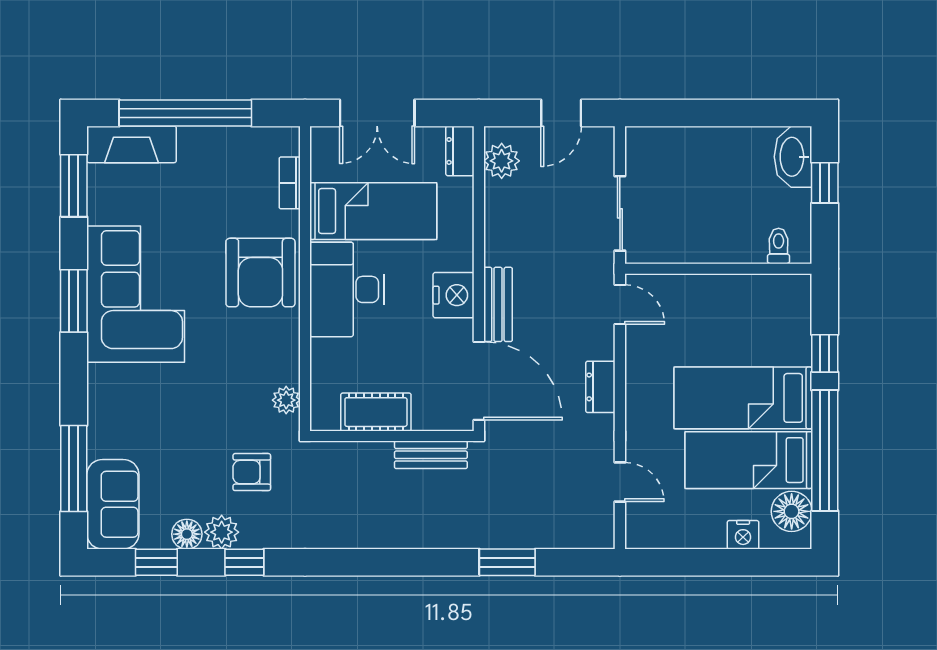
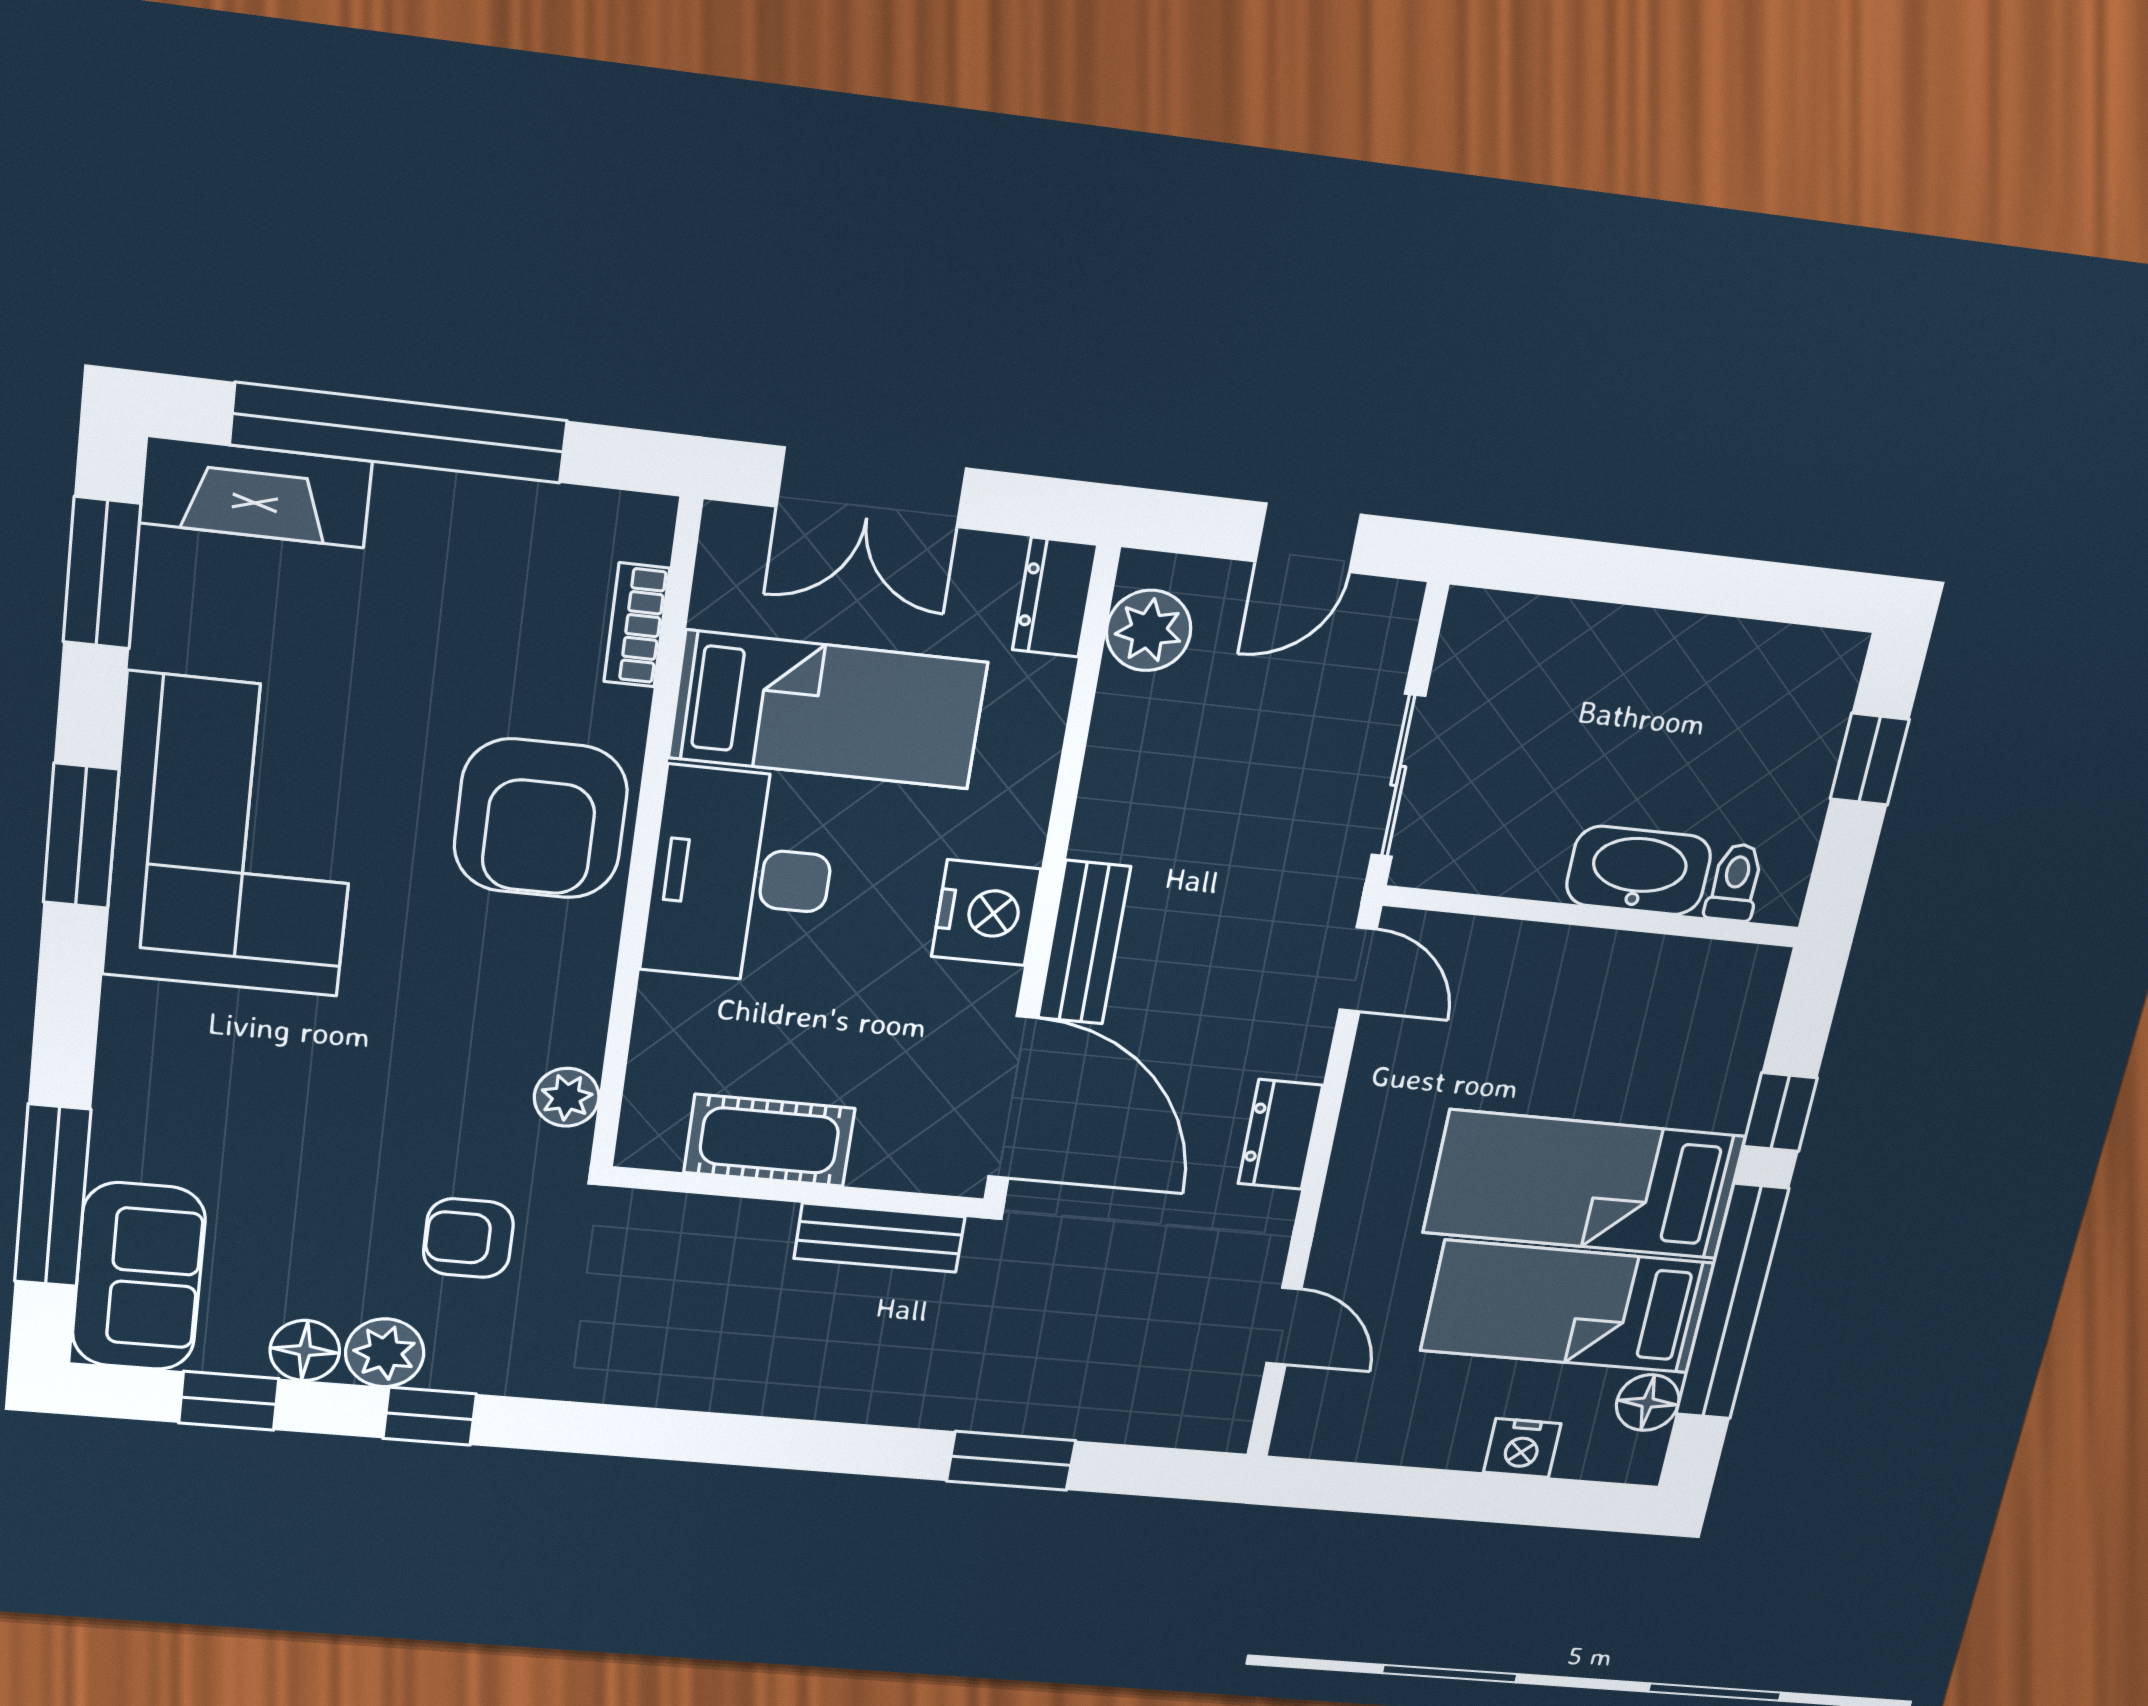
washbasin: (793, 157) -> (1639, 870), moved, turned 90
floor lamp: (792, 511) -> (1648, 1403), width x0.73, depth x0.73

